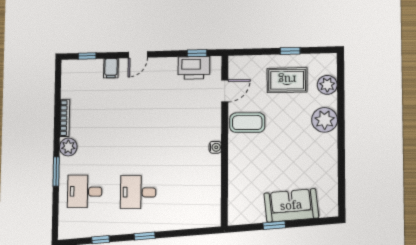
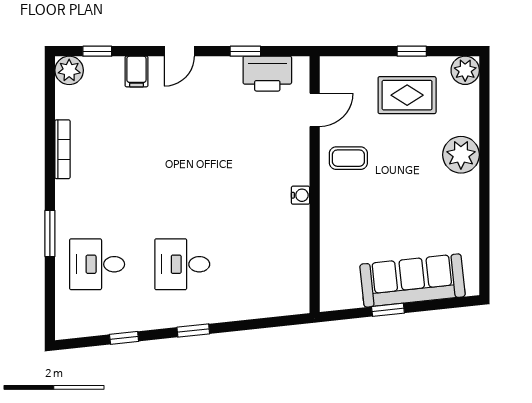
window: (197, 53) -> (245, 51), moved
plant: (327, 85) -> (465, 70), moved
coffee table: (247, 123) -> (348, 158), width x0.73, depth x0.77
plant: (68, 147) -> (69, 70), moved
sofa: (291, 205) -> (413, 280), width x1.36

